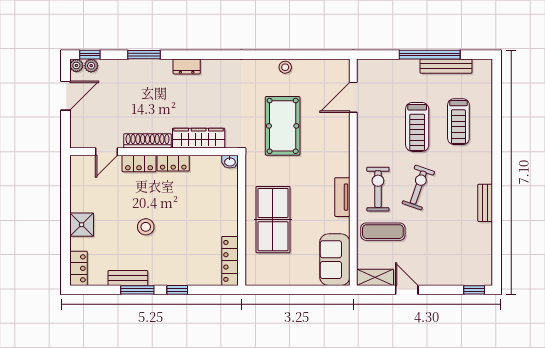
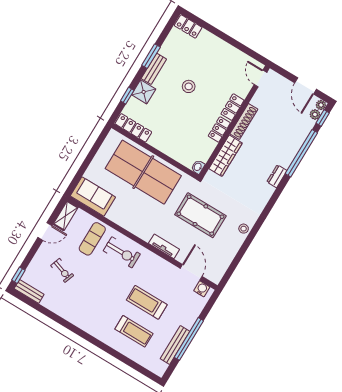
window: (144, 55) -> (301, 153), width x2.11
stool: (285, 67) -> (244, 229), moved
water cooler: (365, 74) -> (202, 289), added
treadmill: (458, 122) -> (134, 331), turned 180
door: (107, 152) -> (260, 78), moved
exercise bike: (418, 188) -> (62, 270), moved, width x0.73, depth x0.72
tv unit: (342, 197) -> (164, 246), moved
bench: (485, 203) -> (29, 291), moved
table tennis table: (273, 220) -> (143, 172), width x1.36, depth x1.32
shower: (82, 225) -> (144, 92), moved
bench: (128, 278) -> (154, 69), moved
window: (177, 290) -> (127, 96), moved

